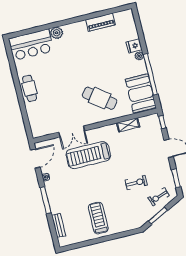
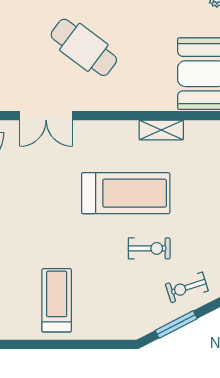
cafe table: (100, 98) -> (84, 47), moved
treadmill: (88, 155) -> (126, 193), moved, turned 180

